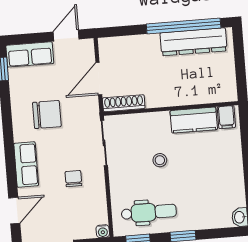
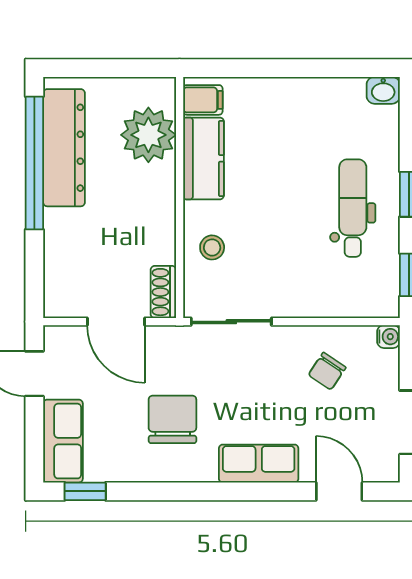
plant: (204, 88) -> (148, 135), added
shoe rack: (124, 103) -> (163, 292), width x0.70
stool: (160, 160) -> (212, 247), moved
chair: (73, 179) -> (327, 371), moved, turned -56
dental chair: (149, 212) -> (353, 208), moved

